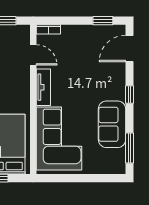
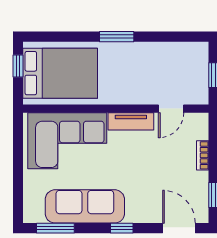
bookcase: (48, 29) -> (203, 155), moved
sofa: (112, 124) -> (85, 206), width x1.36

